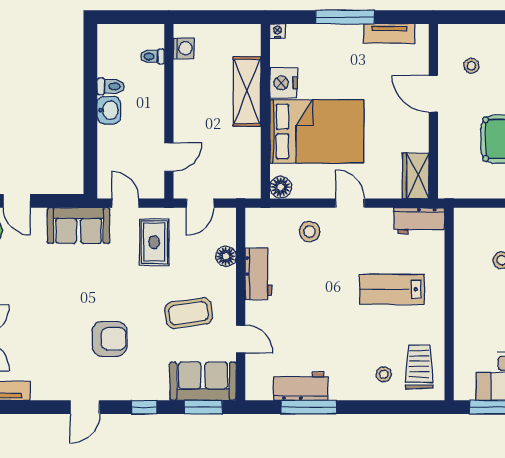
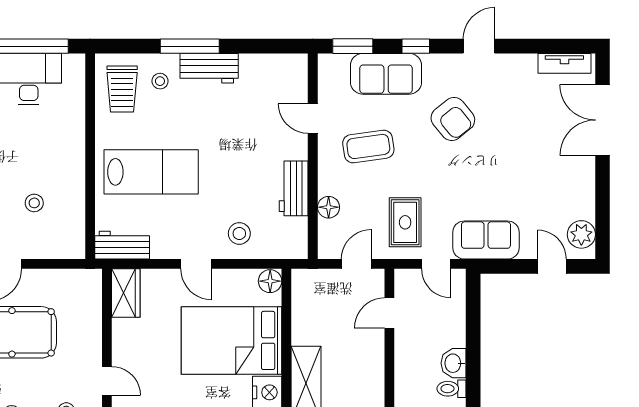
door: (433, 94) -> (107, 381), width x0.73
lab bench: (392, 289) -> (151, 172), width x1.36, depth x1.39
armchair: (109, 339) -> (453, 119), turned -129
sofa: (203, 381) -> (386, 74), moved
workbench: (301, 386) -> (209, 68), moved
window: (309, 407) -> (190, 46), moved

